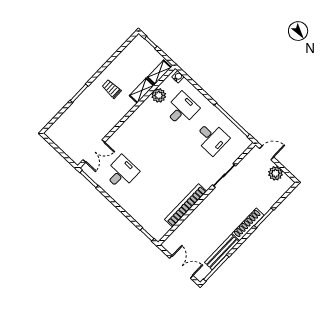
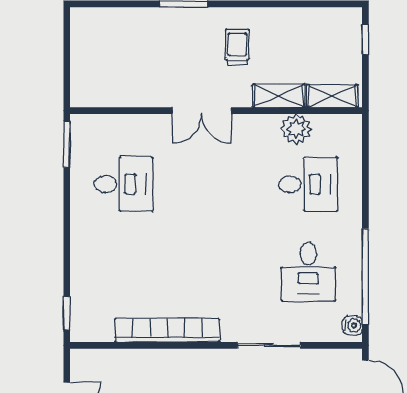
water cooler: (178, 77) -> (353, 325), moved
double door: (94, 151) -> (202, 111), moved

